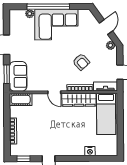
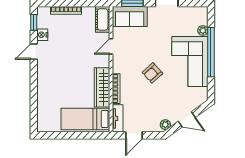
armchair: (81, 62) -> (152, 73), moved
door: (54, 92) -> (111, 46), moved
nightstand: (90, 151) -> (42, 35), moved

